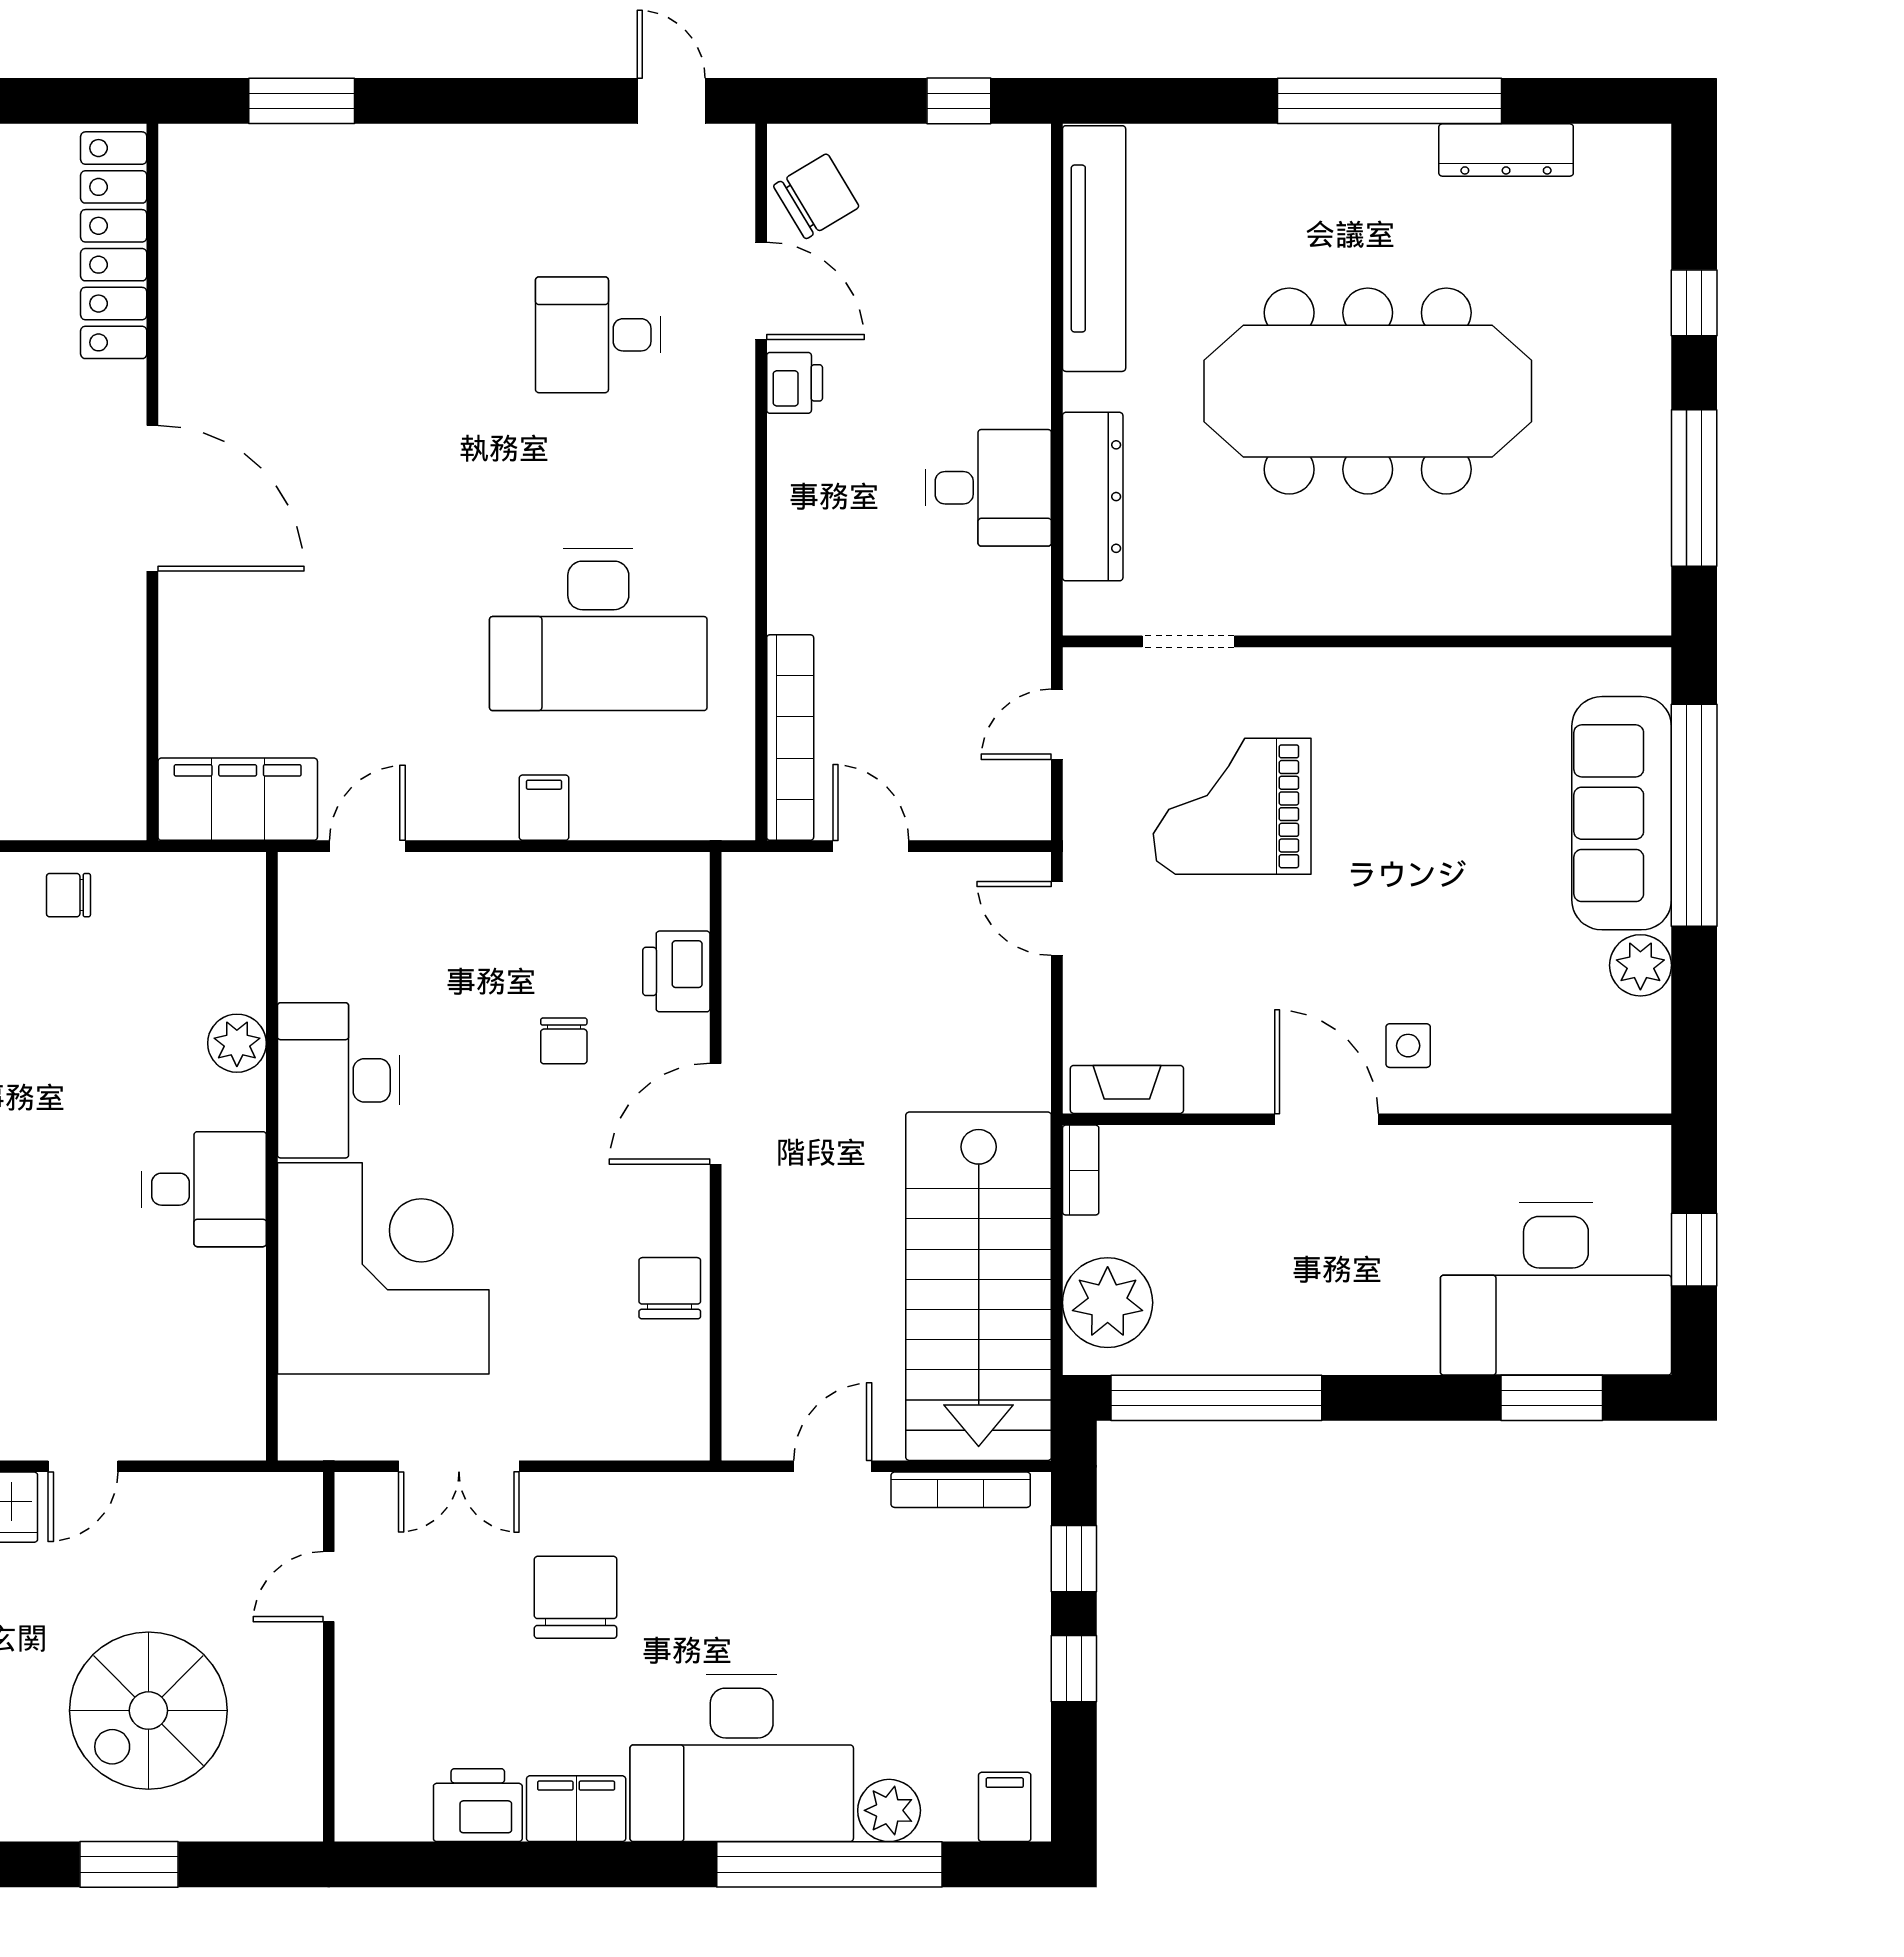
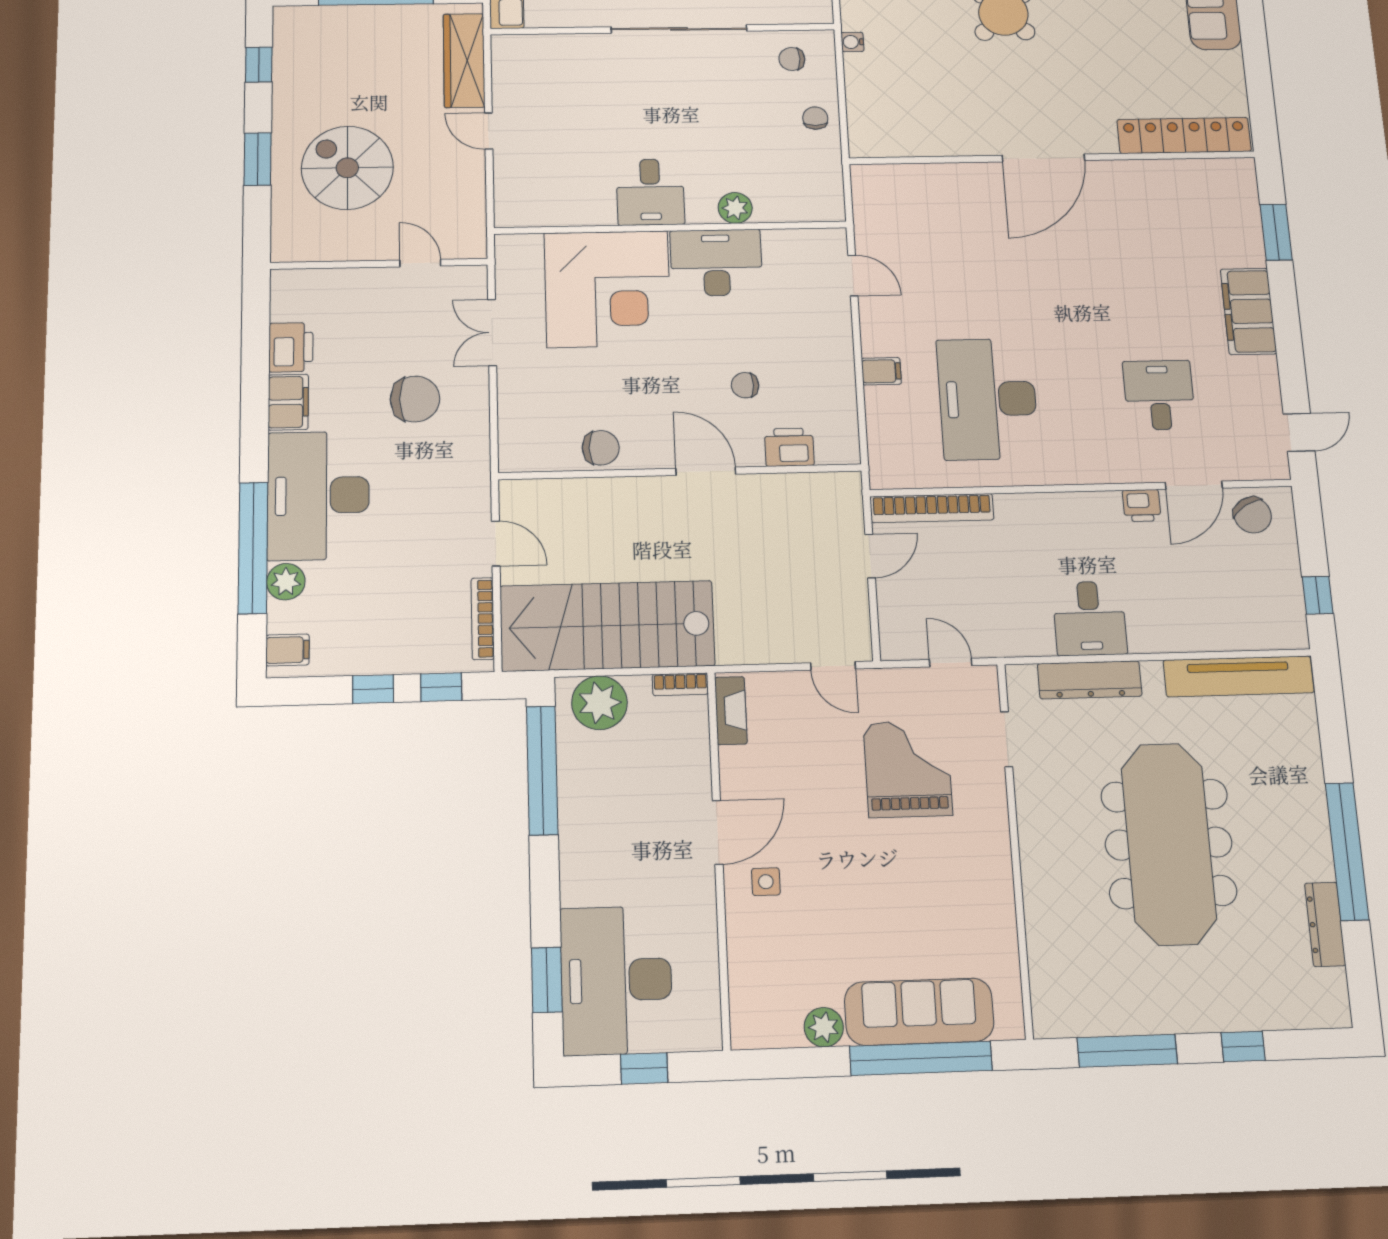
filing cabinet: (238, 799) -> (1248, 311), moved, turned 180
door: (1057, 918) -> (833, 666), swing flipped

